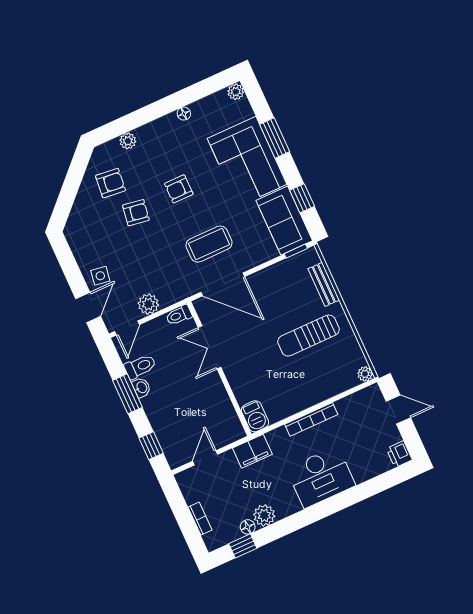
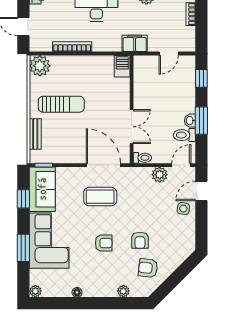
armchair: (136, 213) -> (140, 240), turned -99
plant: (365, 374) -> (40, 66), width x1.87, depth x1.87
bookcase: (311, 419) -> (72, 47), moved

